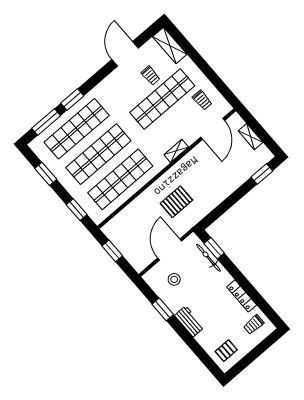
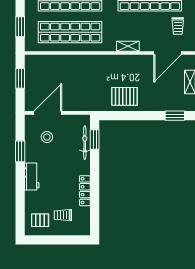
pallet: (176, 202) -> (125, 96), moved
door: (170, 250) -> (48, 113), moved
trolley: (254, 324) -> (63, 215), moved

